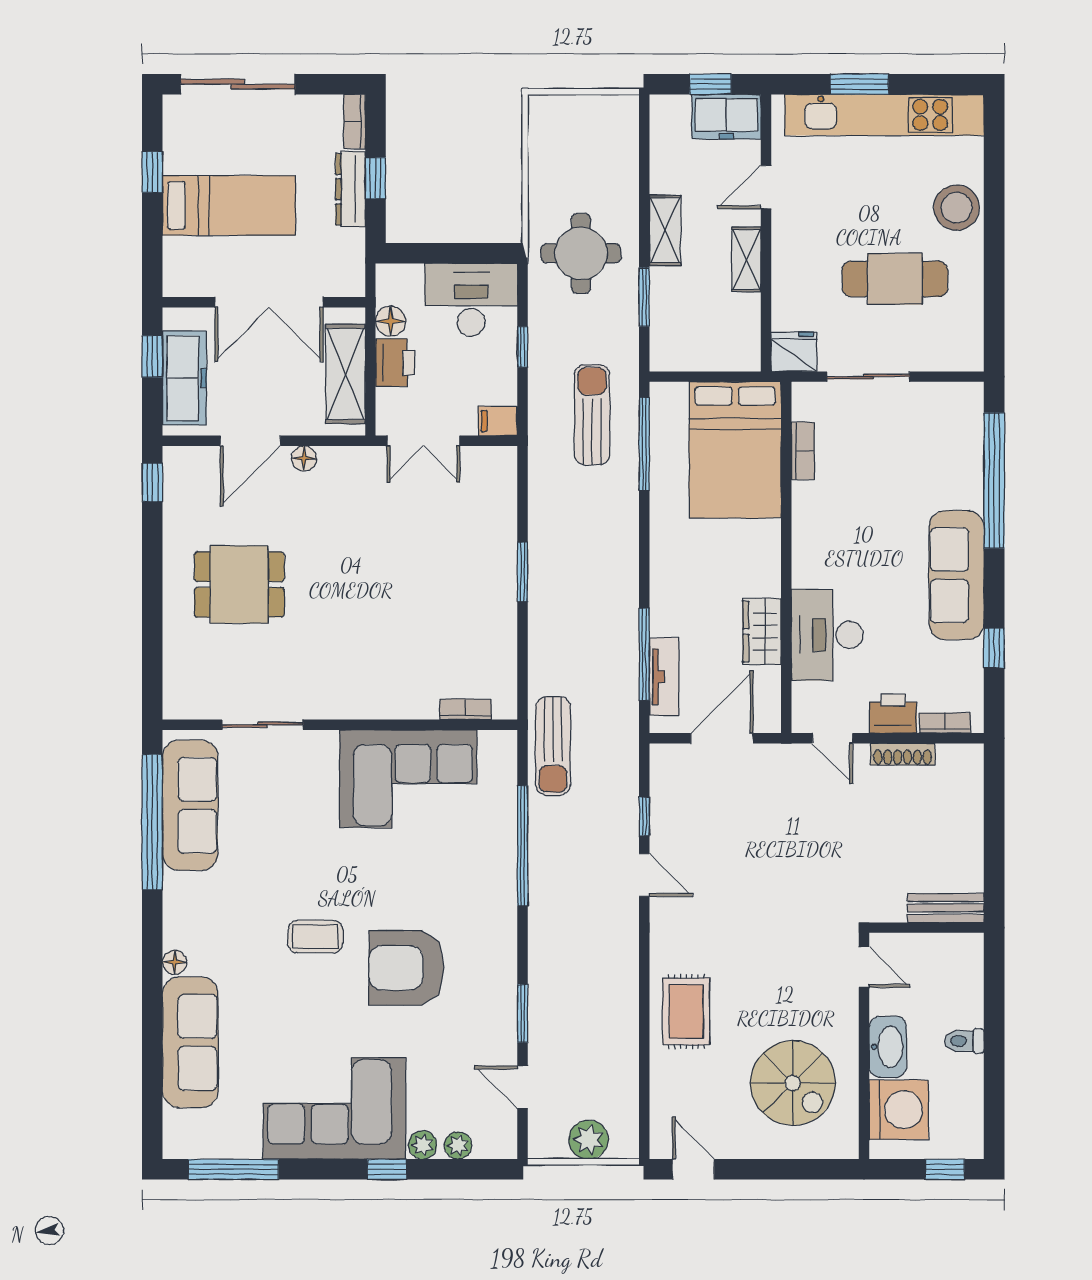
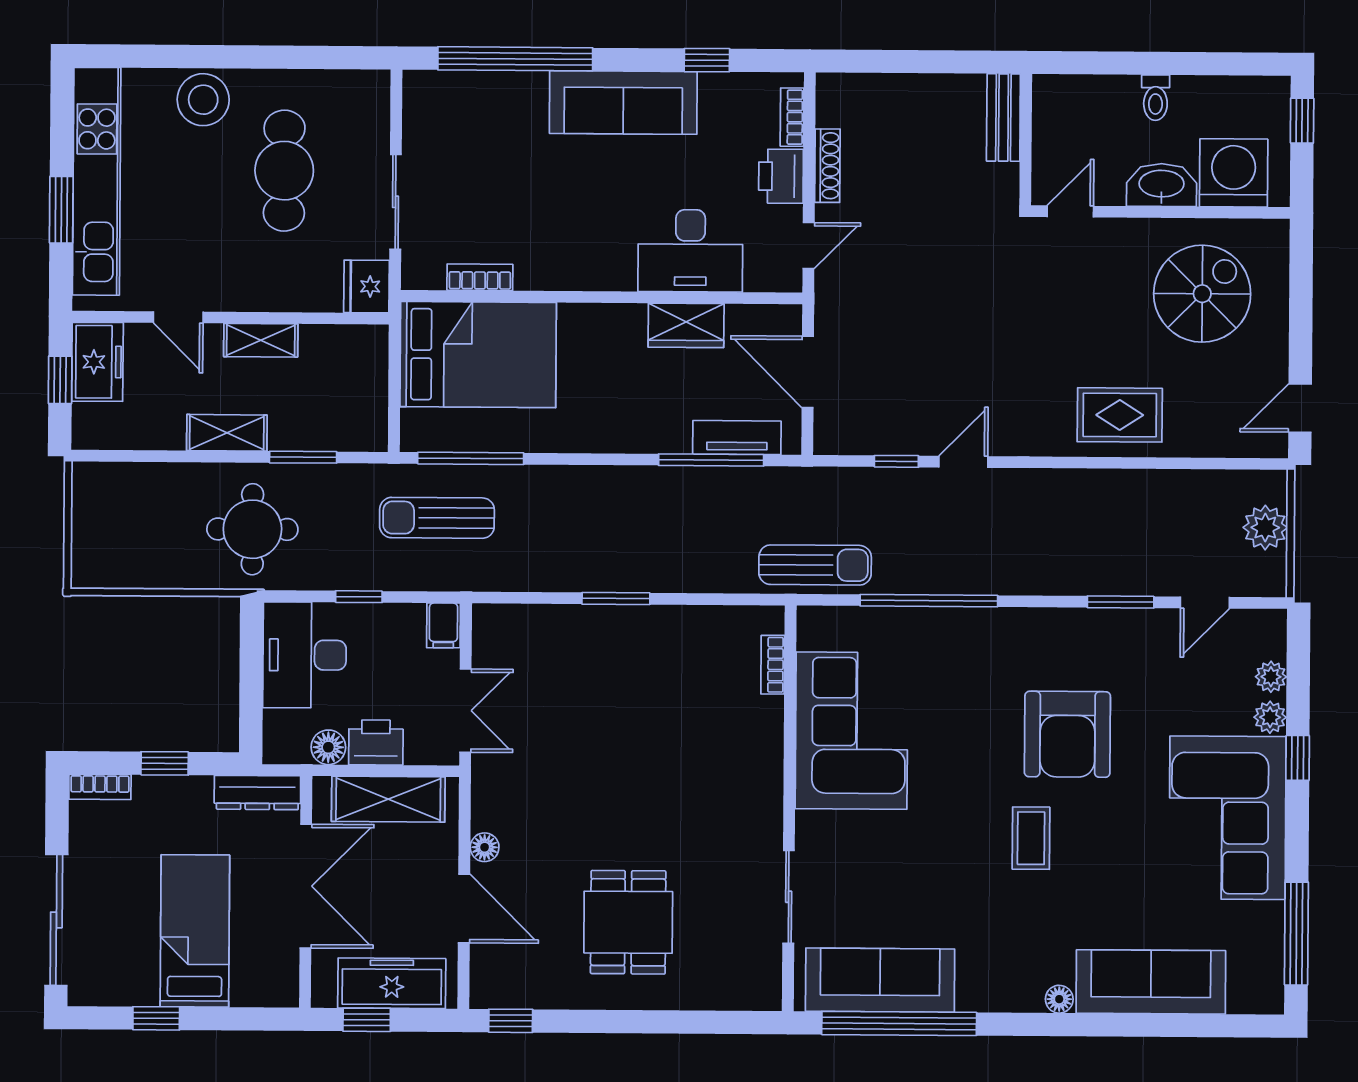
dresser: (351, 189) -> (257, 793), moved

